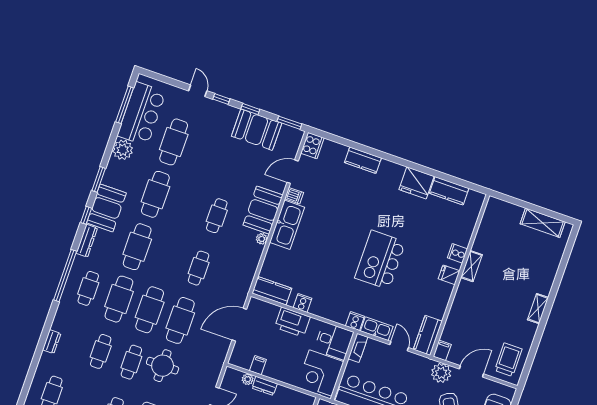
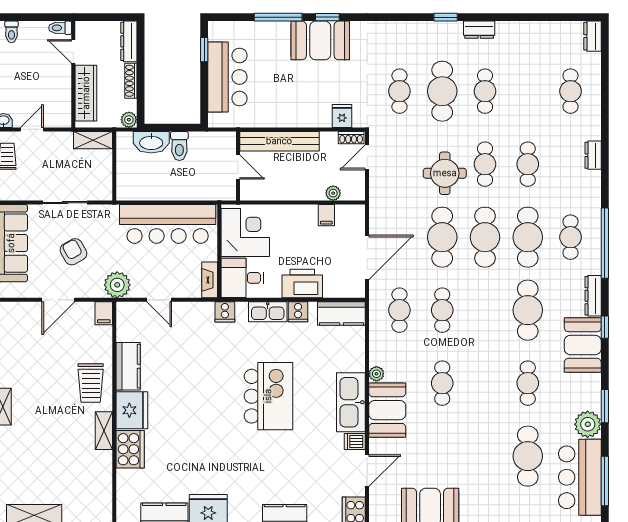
window: (99, 179) -> (605, 406), moved
cafe table: (155, 194) -> (528, 383), width x0.73, depth x0.74
cooker: (457, 253) -> (130, 449), width x1.87, depth x1.31
kitchen island: (380, 260) -> (268, 396), moved
fridge: (449, 275) -> (132, 410), width x1.88, depth x1.34
cafe table: (229, 279) -> (399, 310), added
kitchen sink: (377, 329) -> (268, 312), moved
kitchen counter: (428, 335) -> (128, 366), moved
trolley: (508, 360) -> (91, 383), moved
plant: (441, 373) -> (117, 285), moved
dresser: (265, 386) -> (309, 192), removed

